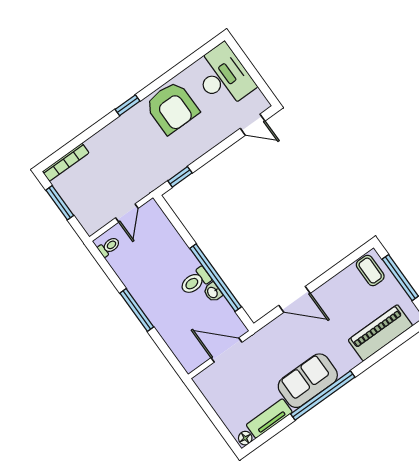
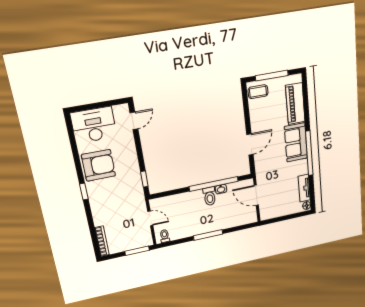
window: (60, 203) -> (137, 251), moved
door: (227, 350) -> (256, 195), hinge flipped
sofa: (308, 381) -> (296, 142), moved

